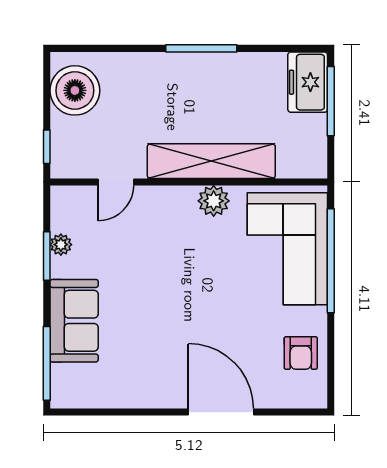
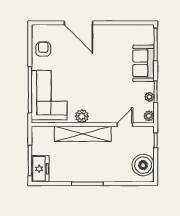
plant: (62, 202) -> (149, 116), added

